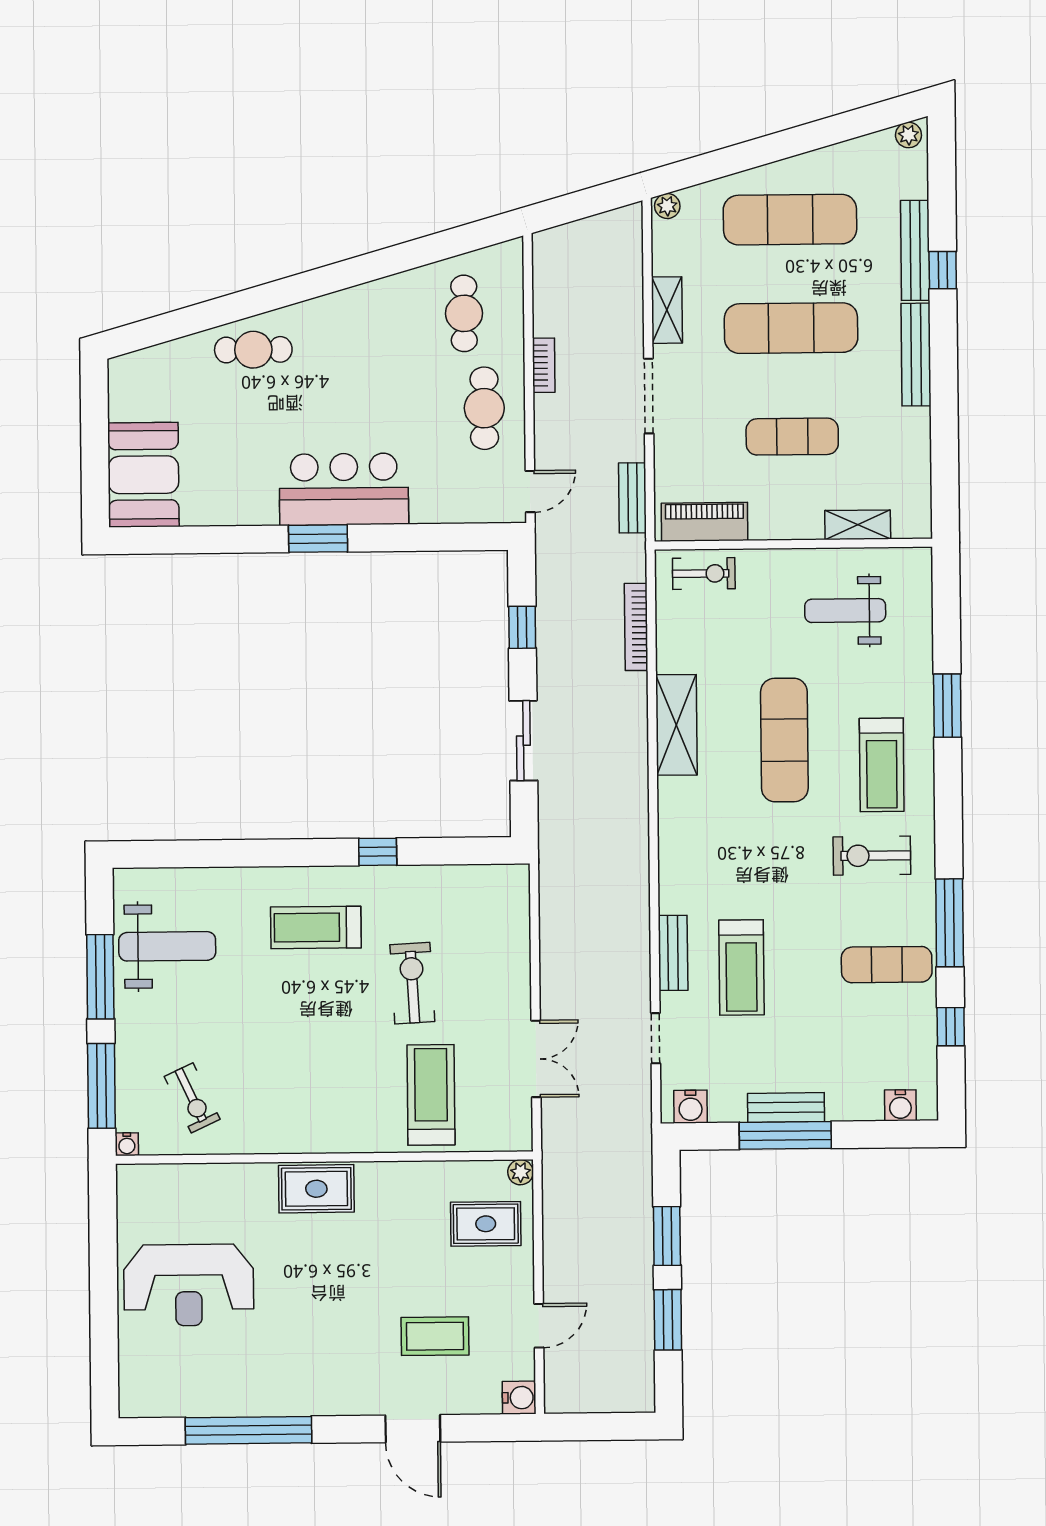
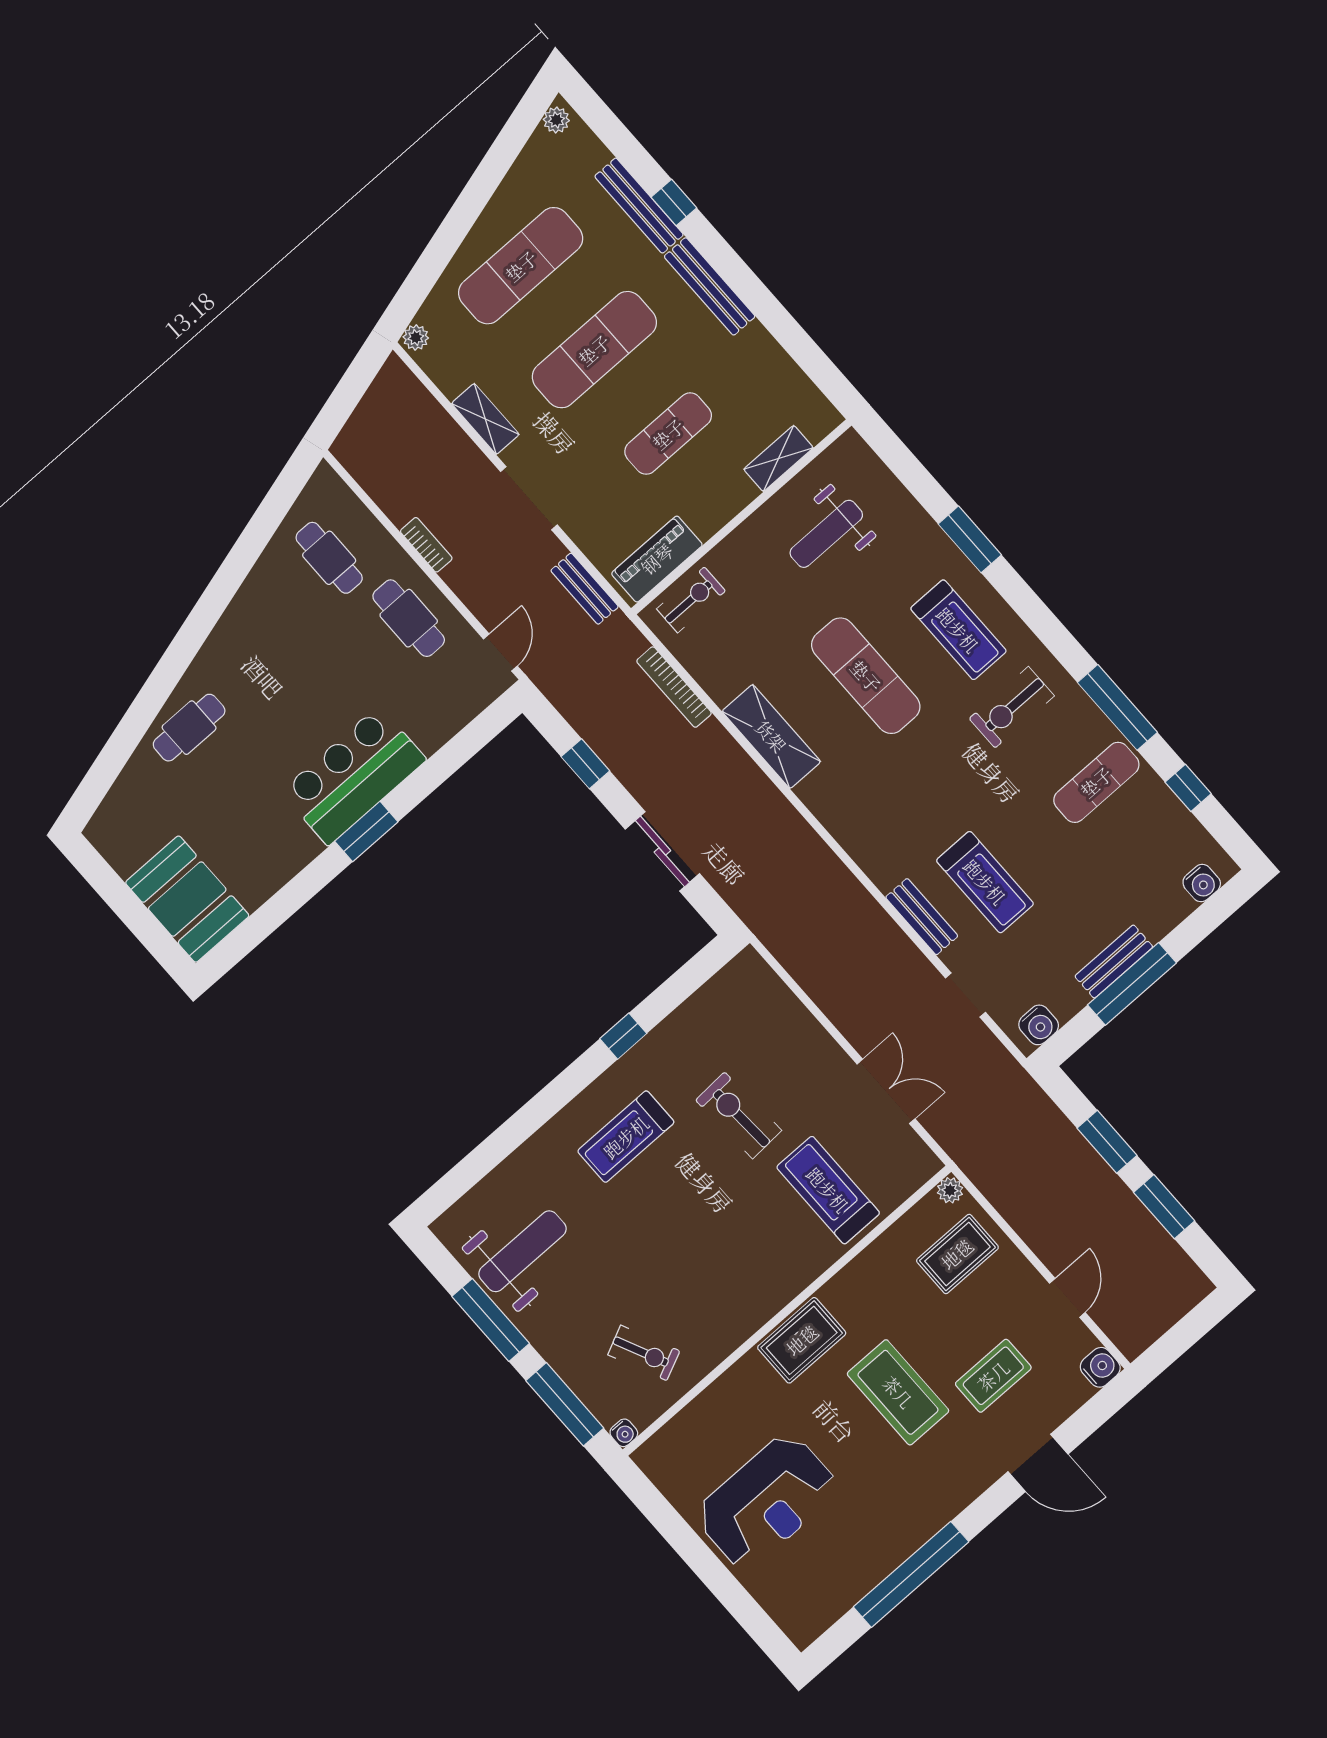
coffee table: (354, 1288) -> (898, 1392), added

